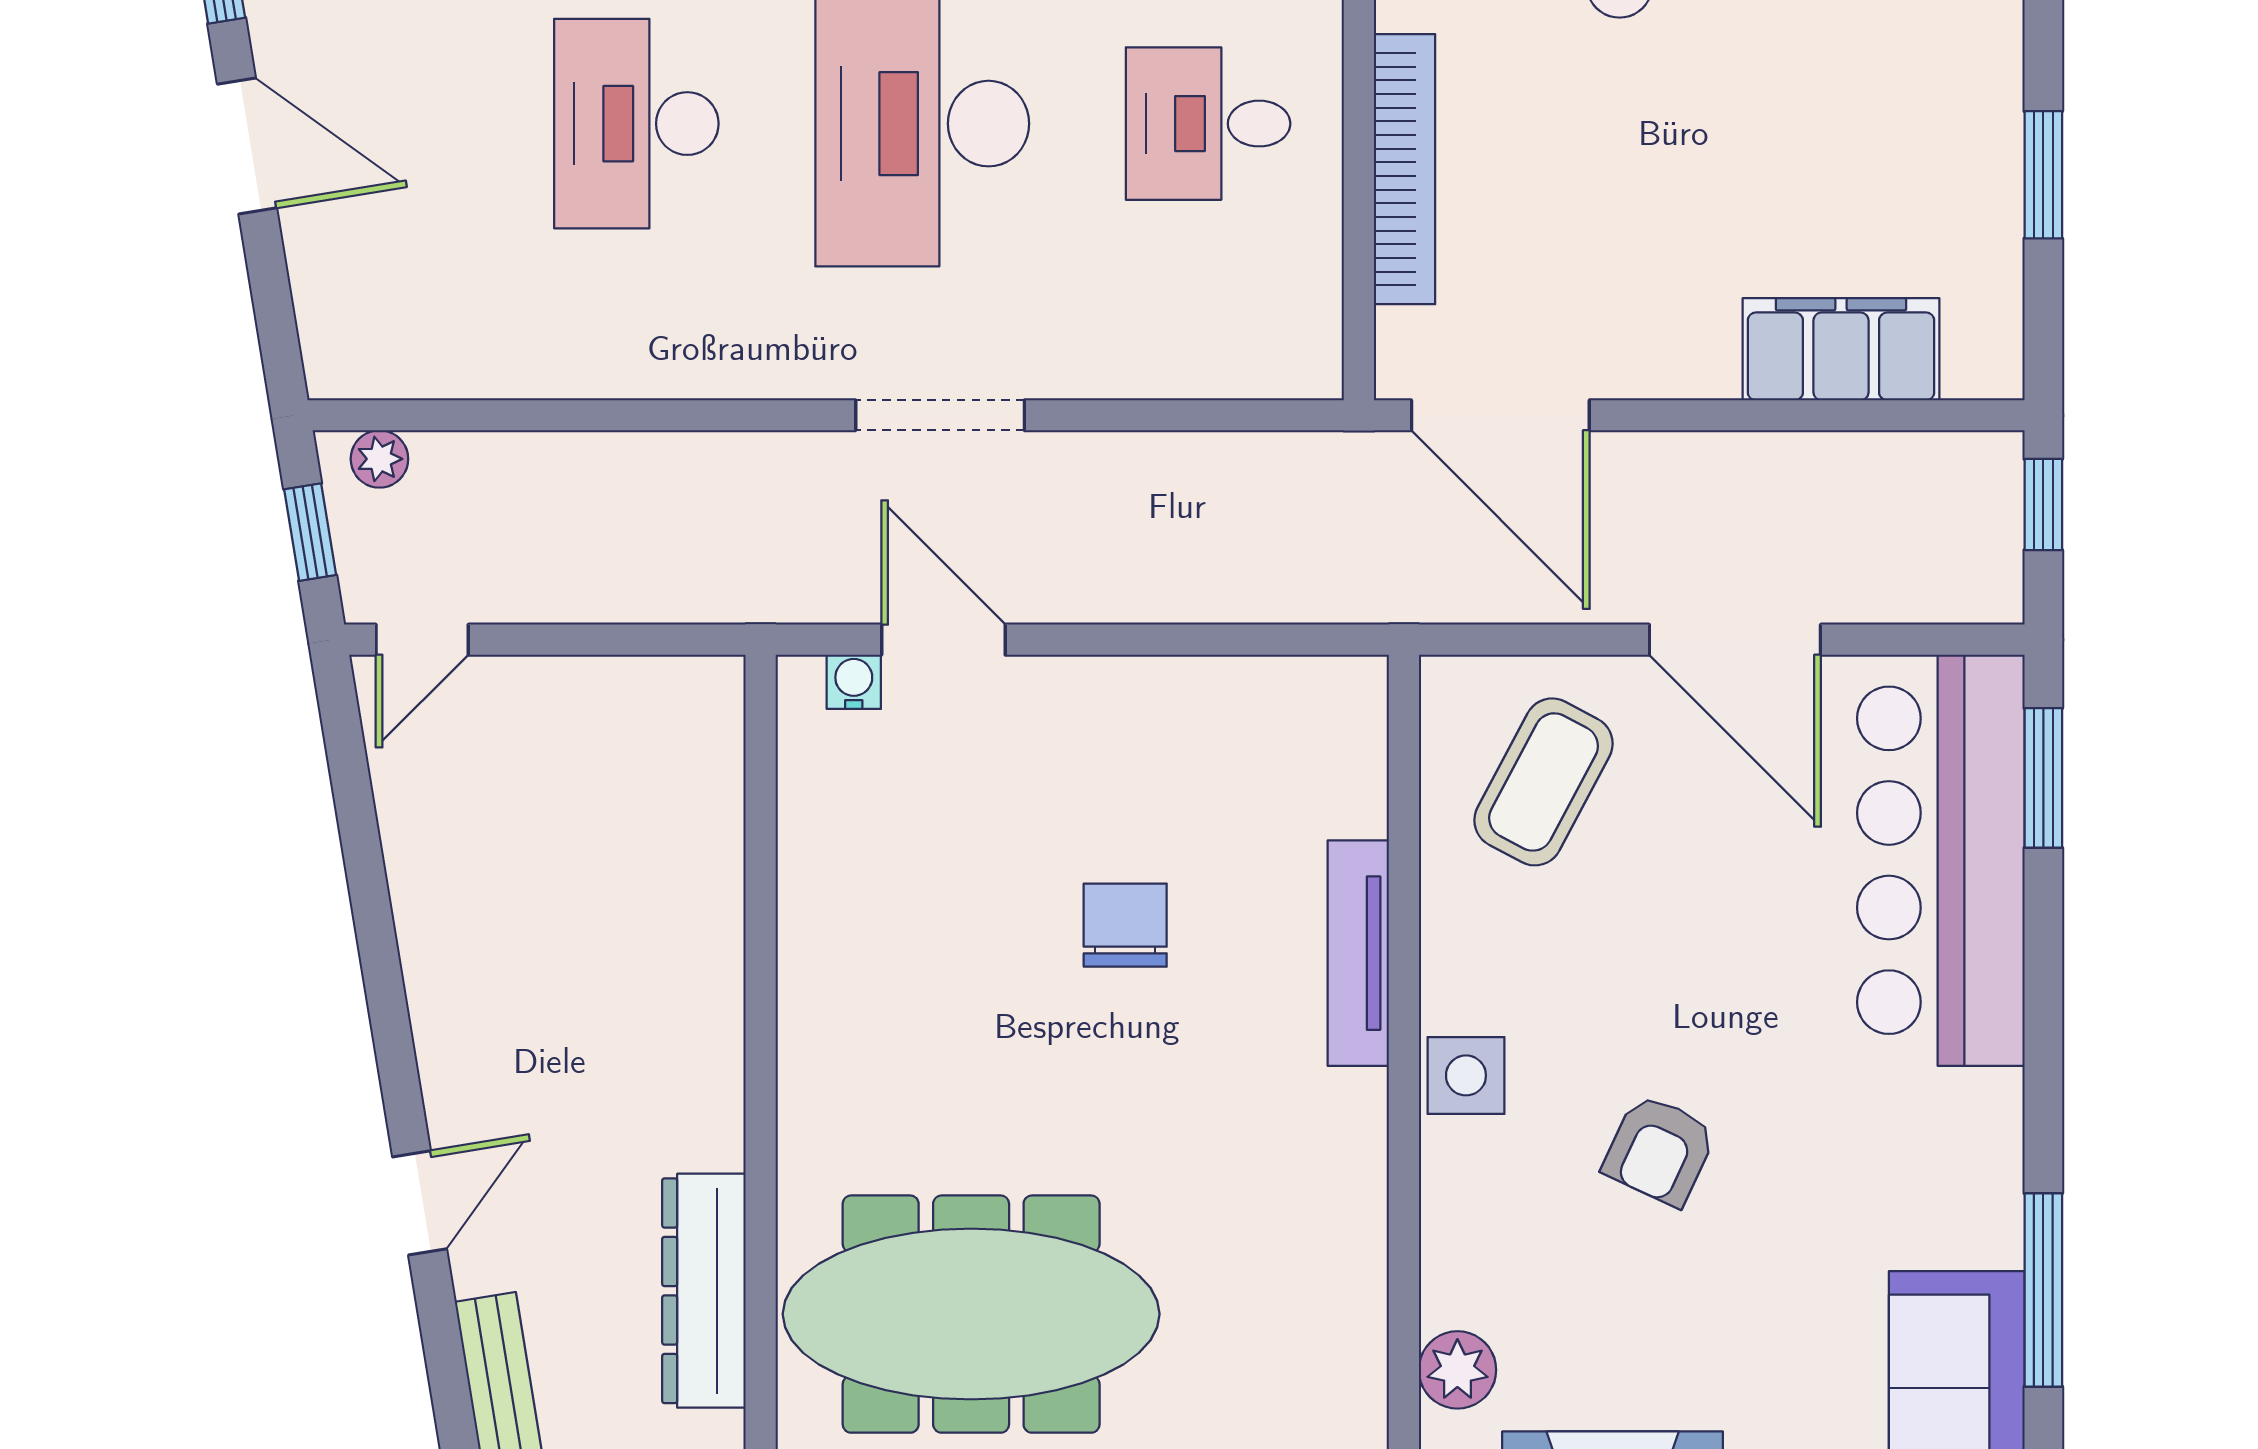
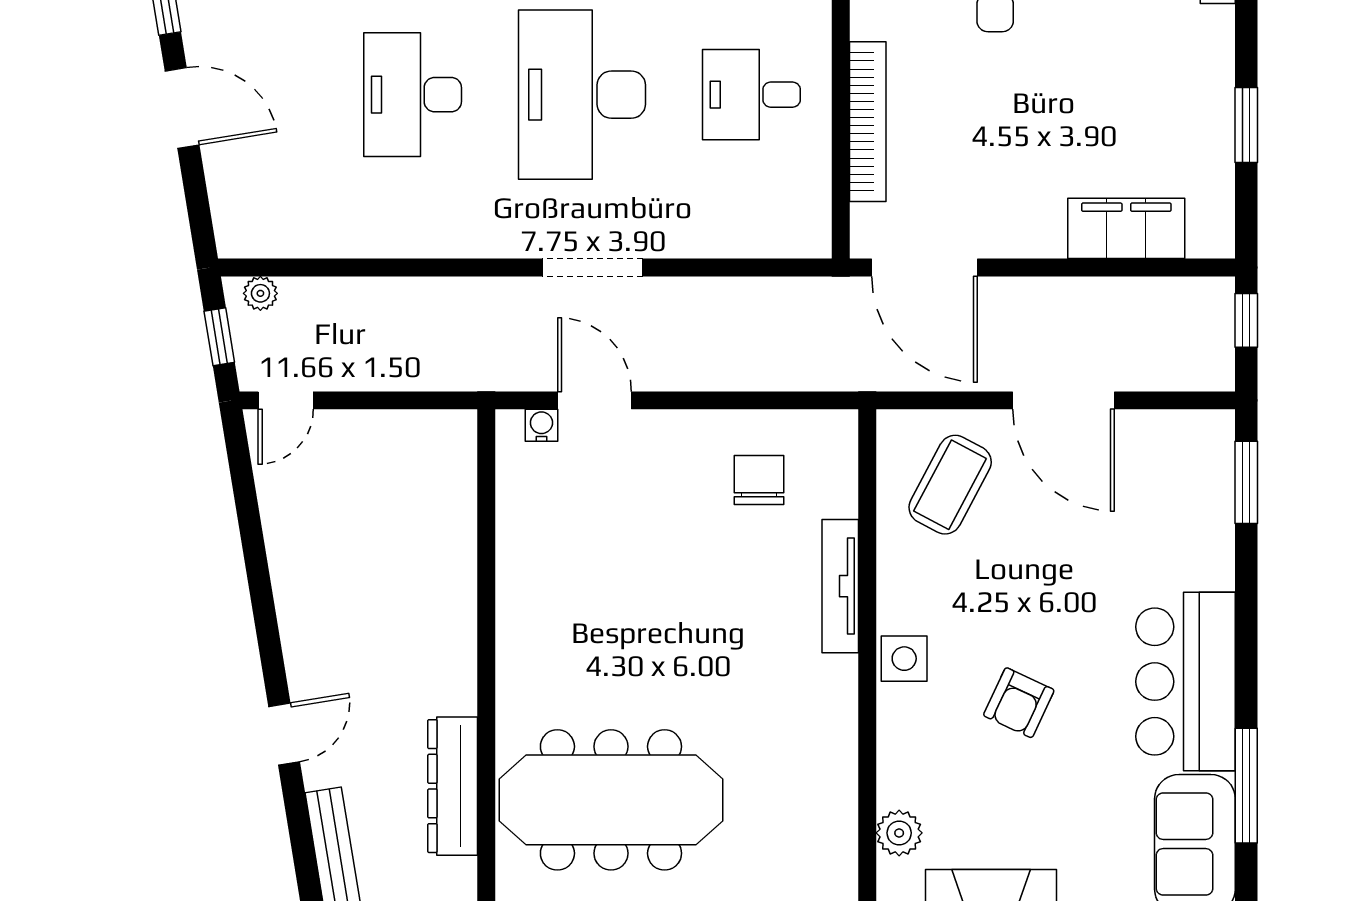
bar counter: (1941, 860) -> (1185, 682), moved, width x0.73
chair: (1125, 925) -> (759, 480), moved

